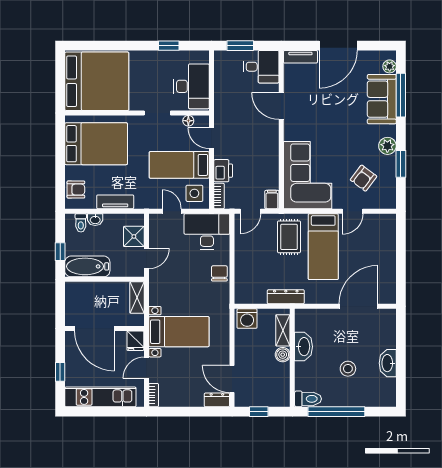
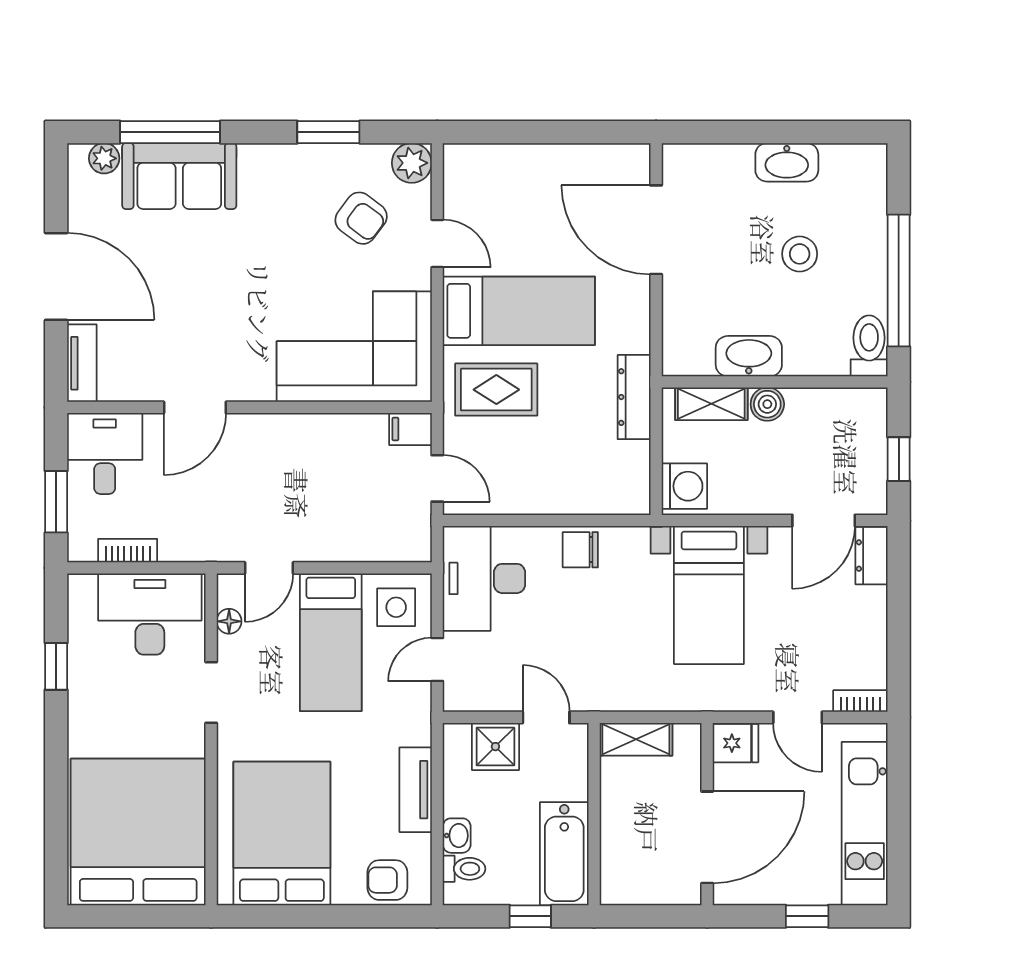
plant: (387, 146) -> (412, 163), moved
printer: (223, 171) -> (344, 541), removed
armchair: (76, 190) -> (387, 880), turned -90
bookcase: (219, 196) -> (128, 551), moved
bed with nightstands: (179, 332) -> (709, 595), moved, turned 180

